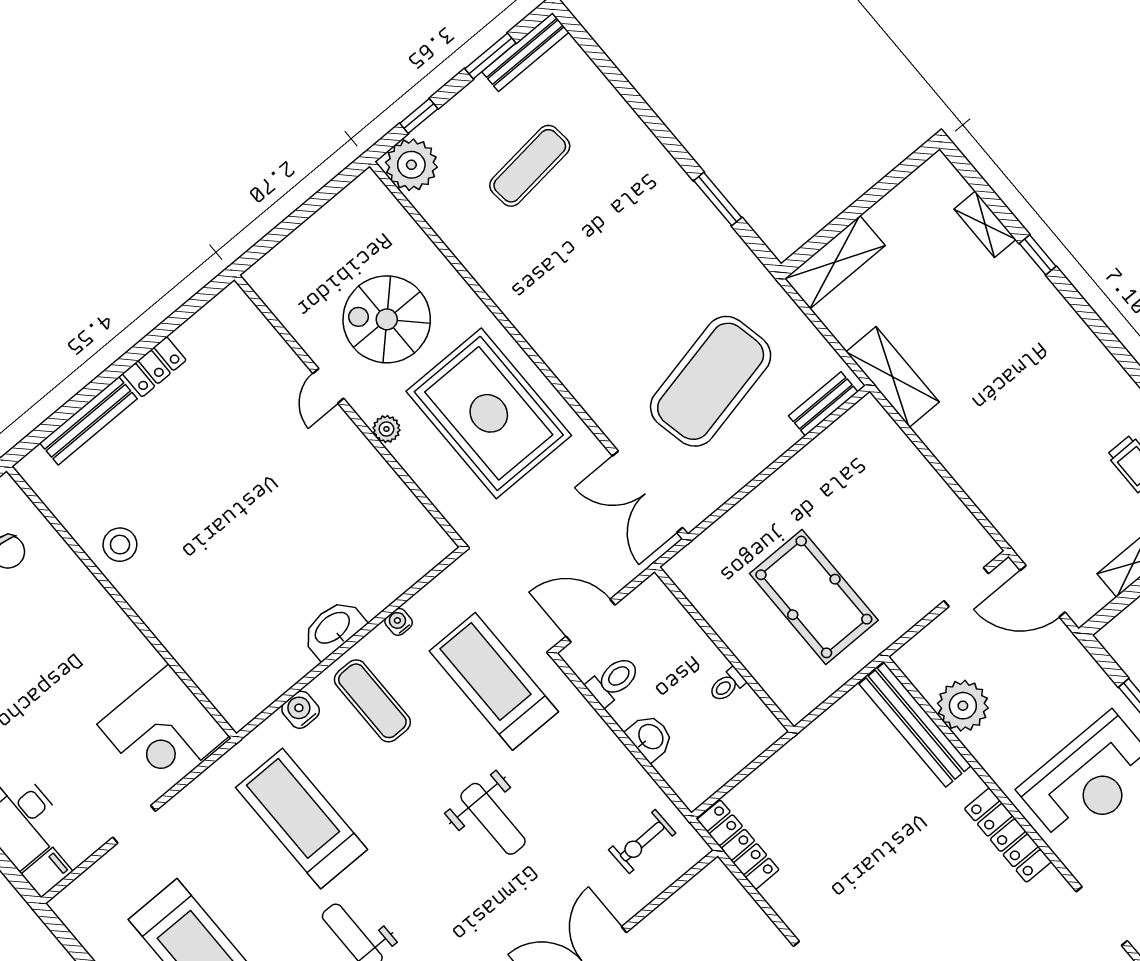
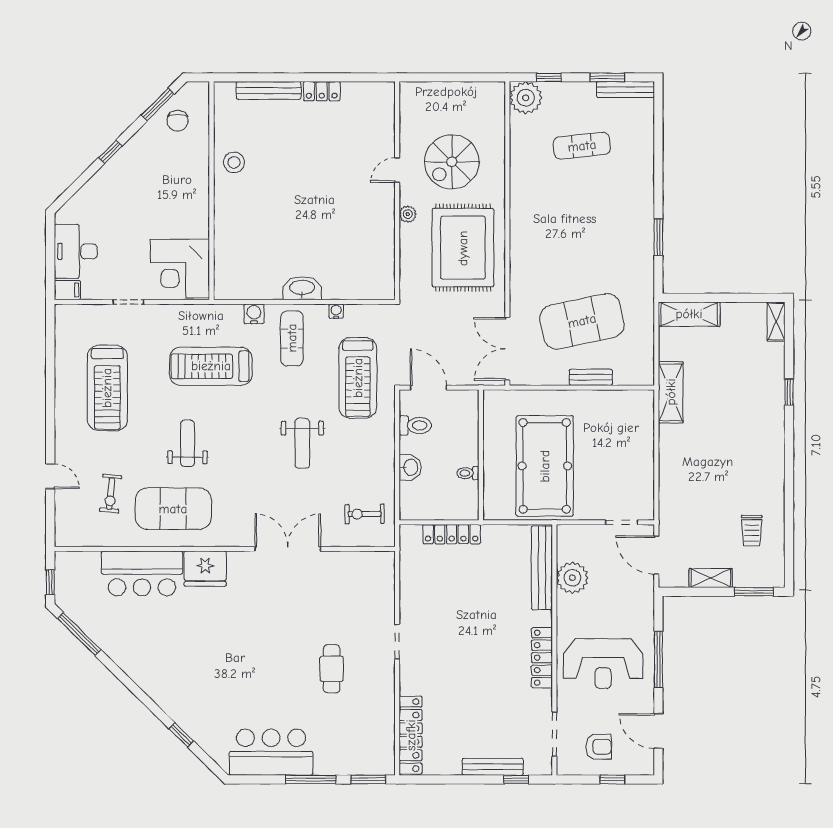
shelving: (985, 224) -> (776, 322), moved
spiral stairs: (387, 319) -> (452, 162), turned -90
bench: (823, 404) -> (591, 377), moved
pool table: (814, 597) -> (545, 466), width x1.36, depth x1.32
treadmill: (494, 681) -> (358, 378), turned 180
treadmill: (302, 819) -> (211, 366), turned -90
locker: (738, 845) -> (452, 534), moved, turned 90

